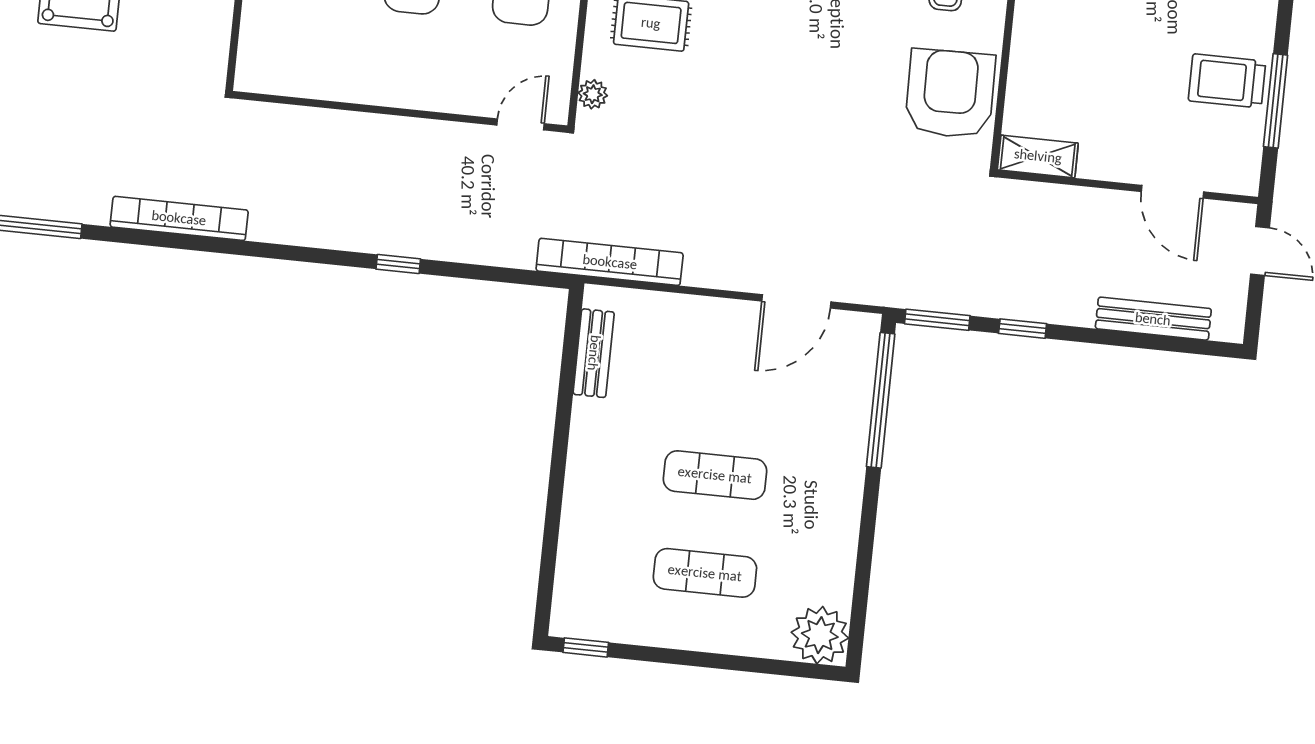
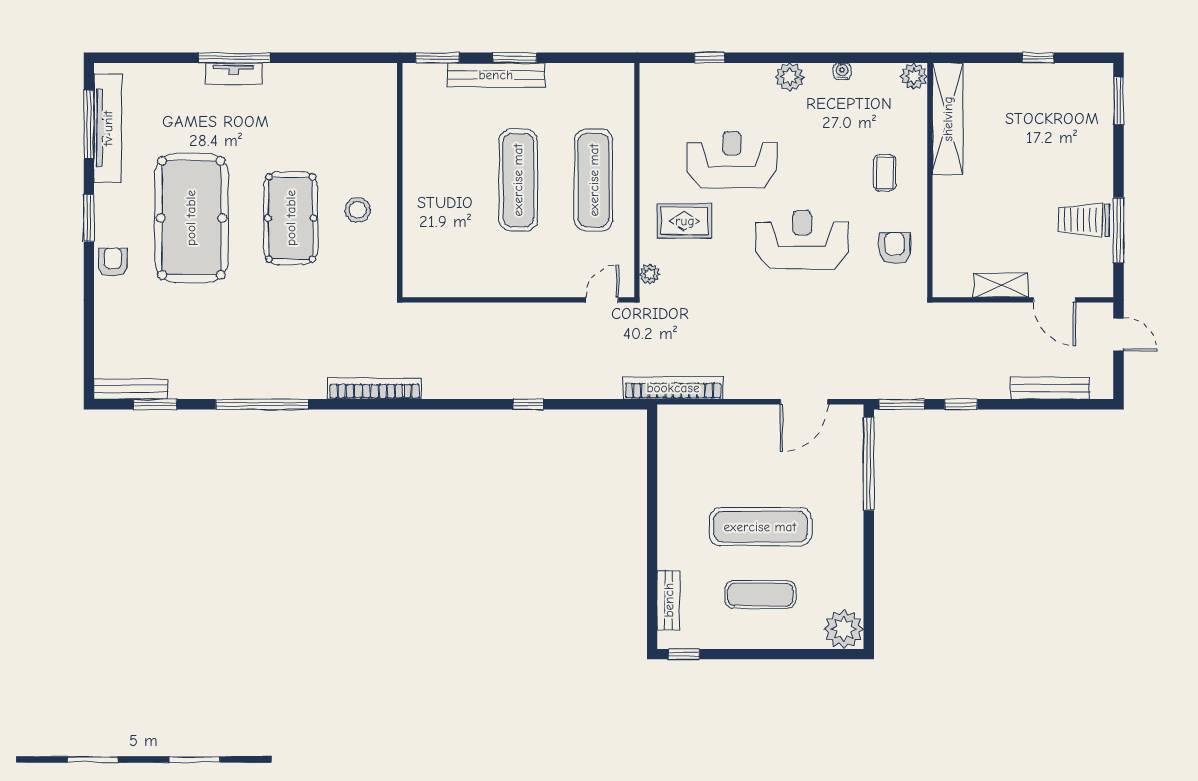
reception desk: (818, 68) -> (802, 240), added
armchair: (950, 94) -> (895, 248), width x0.53, depth x0.53
shelving: (1038, 156) -> (1001, 285), moved
bench: (594, 353) -> (669, 600), moved
exercise mat: (715, 475) -> (760, 527), width x1.36, depth x1.45

